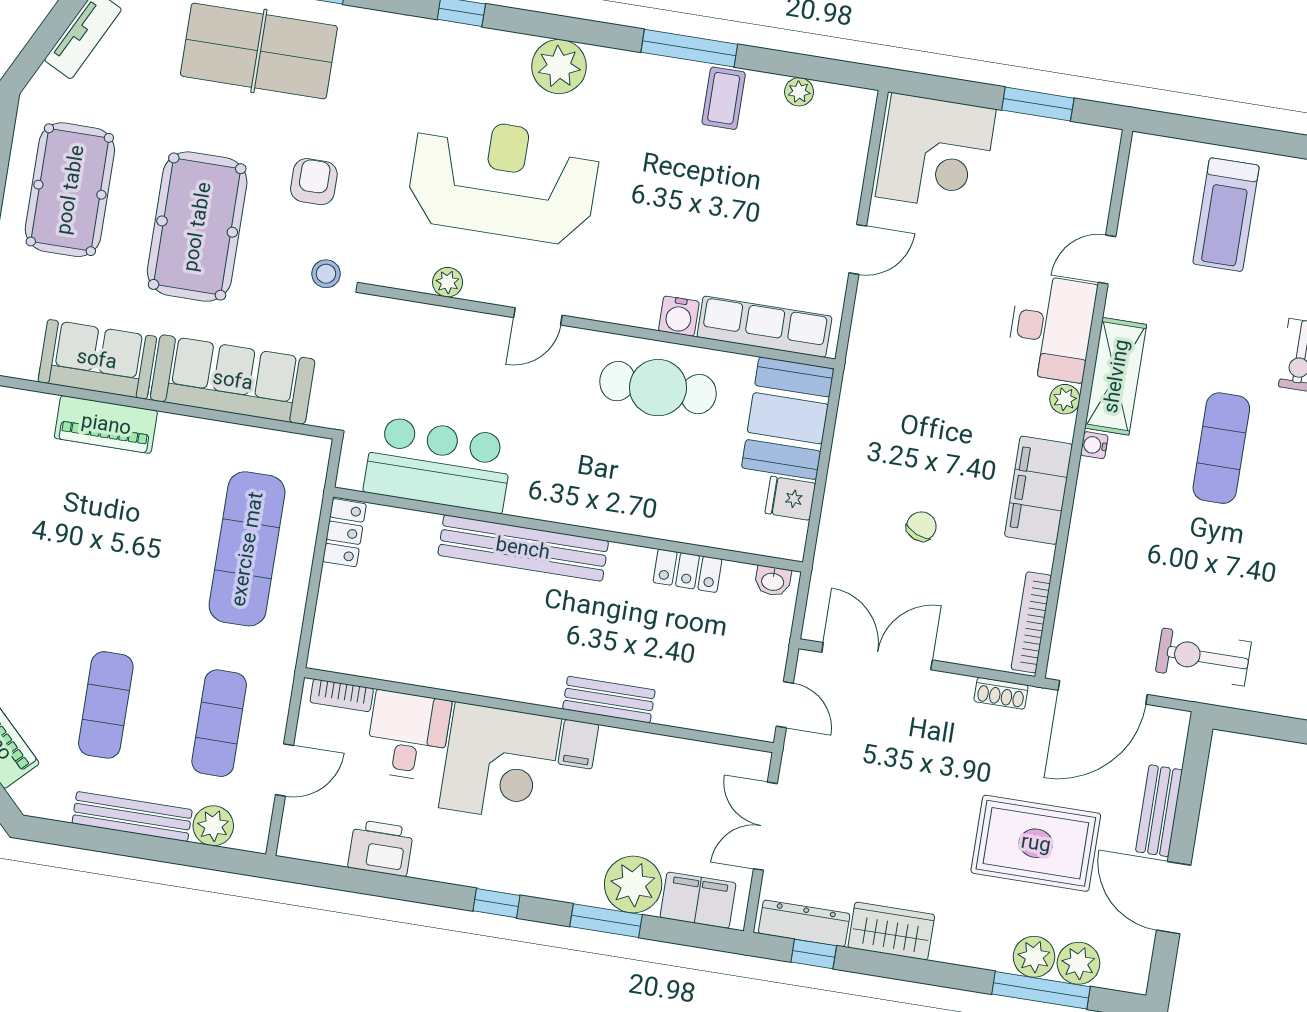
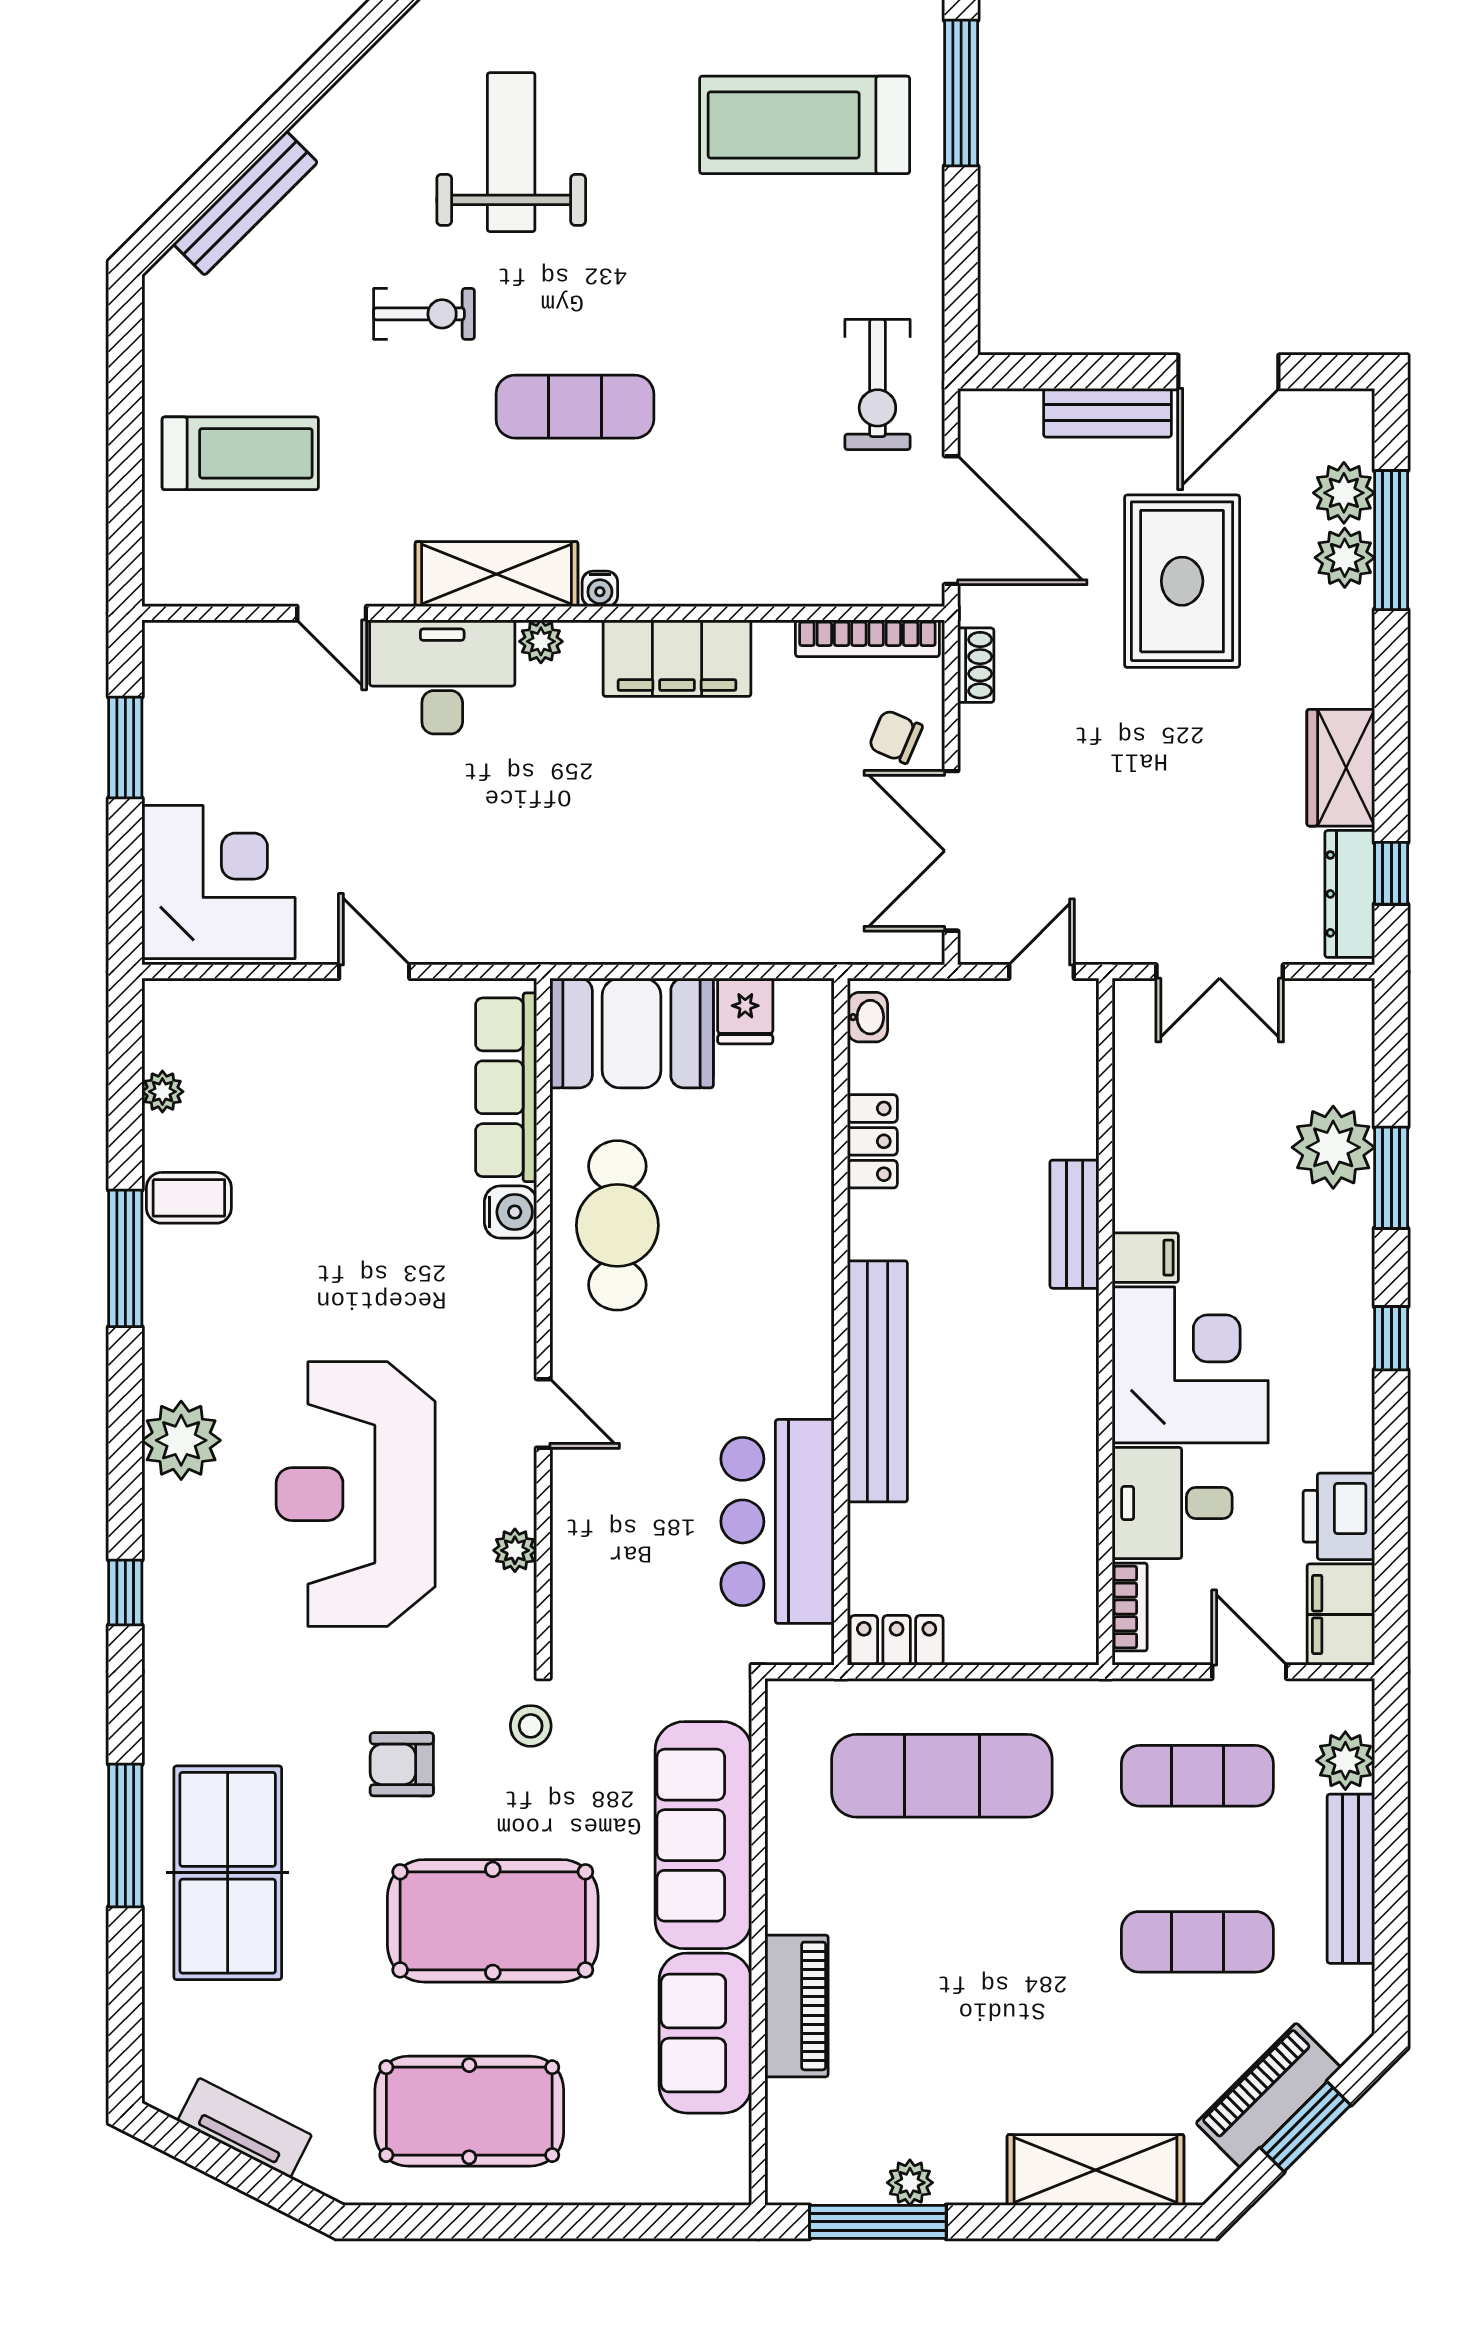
chair: (921, 526) -> (895, 737), moved
filing cabinet: (698, 900) -> (1341, 1615), moved

